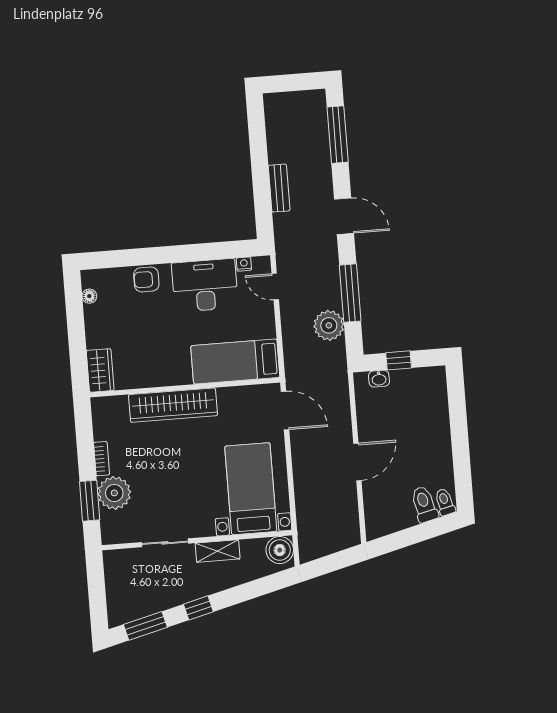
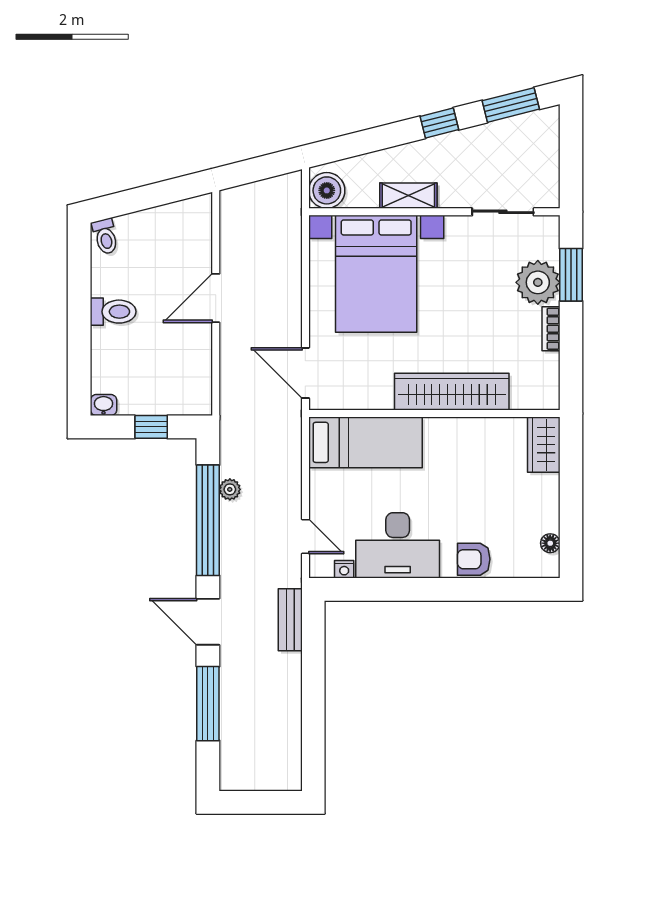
window: (338, 135) -> (208, 704), moved
bench: (279, 188) -> (290, 620), moved
armchair: (146, 279) -> (474, 559), turned 180
window: (350, 293) -> (208, 520), width x1.46
plant: (329, 325) -> (230, 489), width x0.53, depth x0.53
washbasin: (379, 379) -> (104, 405), moved
bed with nightstands: (251, 489) -> (376, 274), width x1.36
toilet: (424, 504) -> (113, 312), moved, turned -76
sliding door: (165, 543) -> (503, 212), moved

